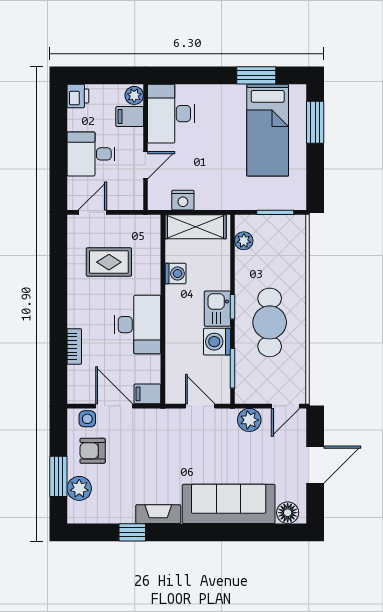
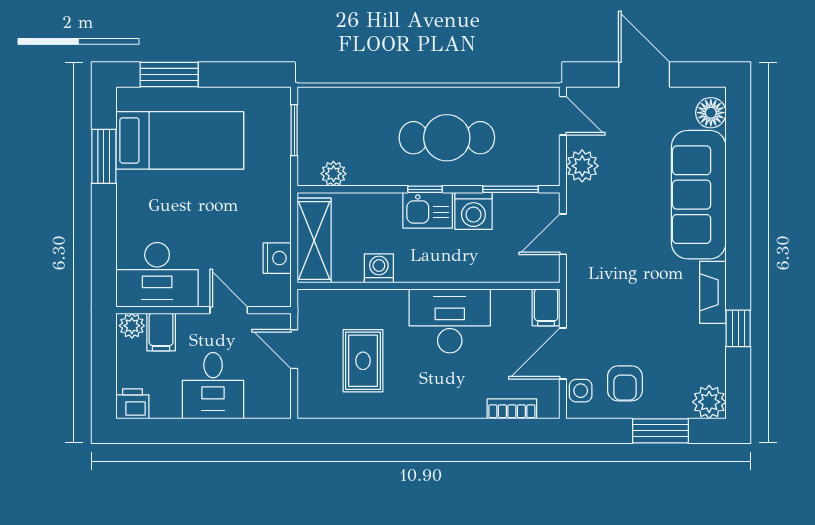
door: (92, 212) -> (294, 349), moved
bookcase: (74, 346) -> (512, 409), moved
plant: (79, 488) -> (709, 402), moved

